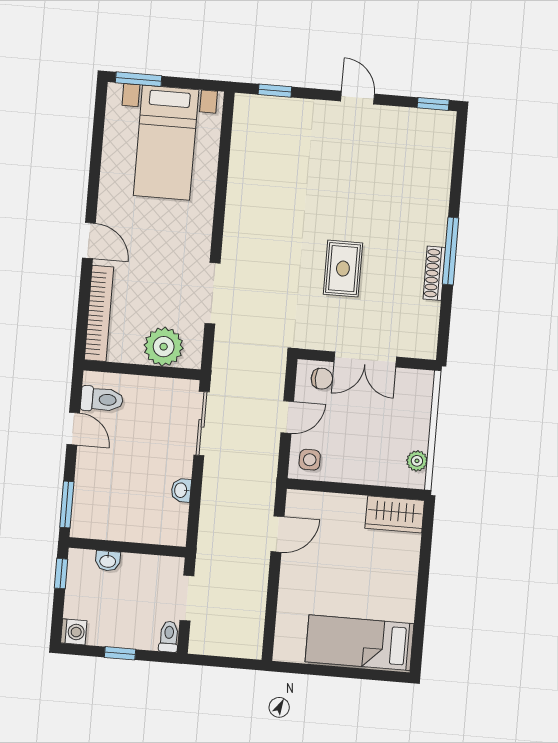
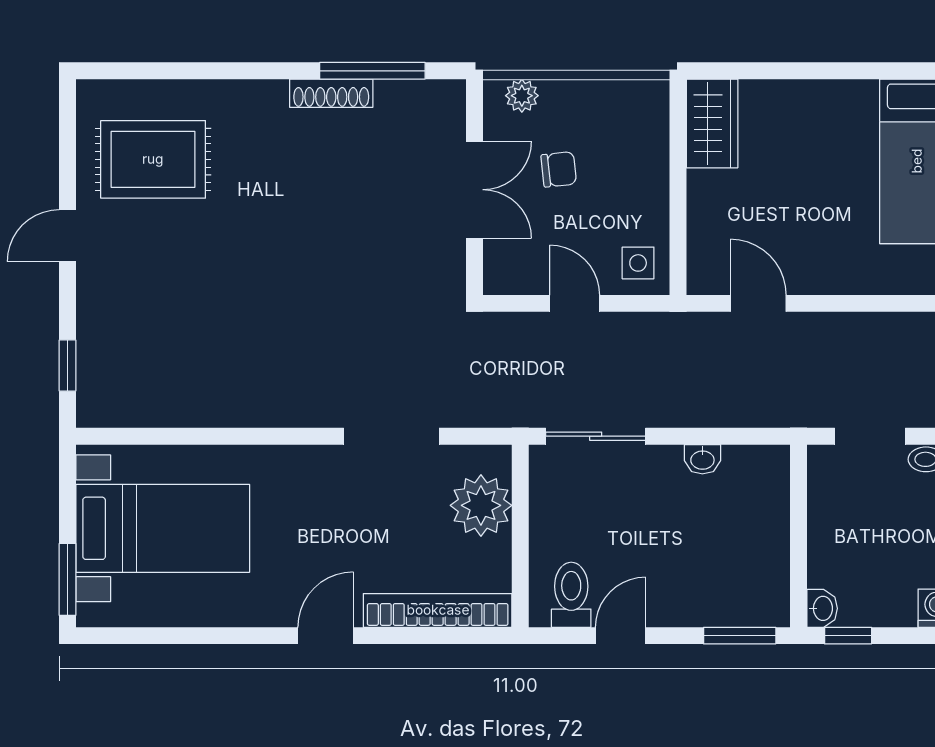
window: (433, 104) -> (68, 117), removed
window: (451, 251) -> (372, 71), moved
rug: (343, 269) -> (153, 159), moved, width x1.36, depth x1.43
chair: (322, 379) -> (559, 169), moved, turned 84
plant: (417, 461) -> (522, 96), moved
washbasin: (108, 561) -> (822, 608), moved

